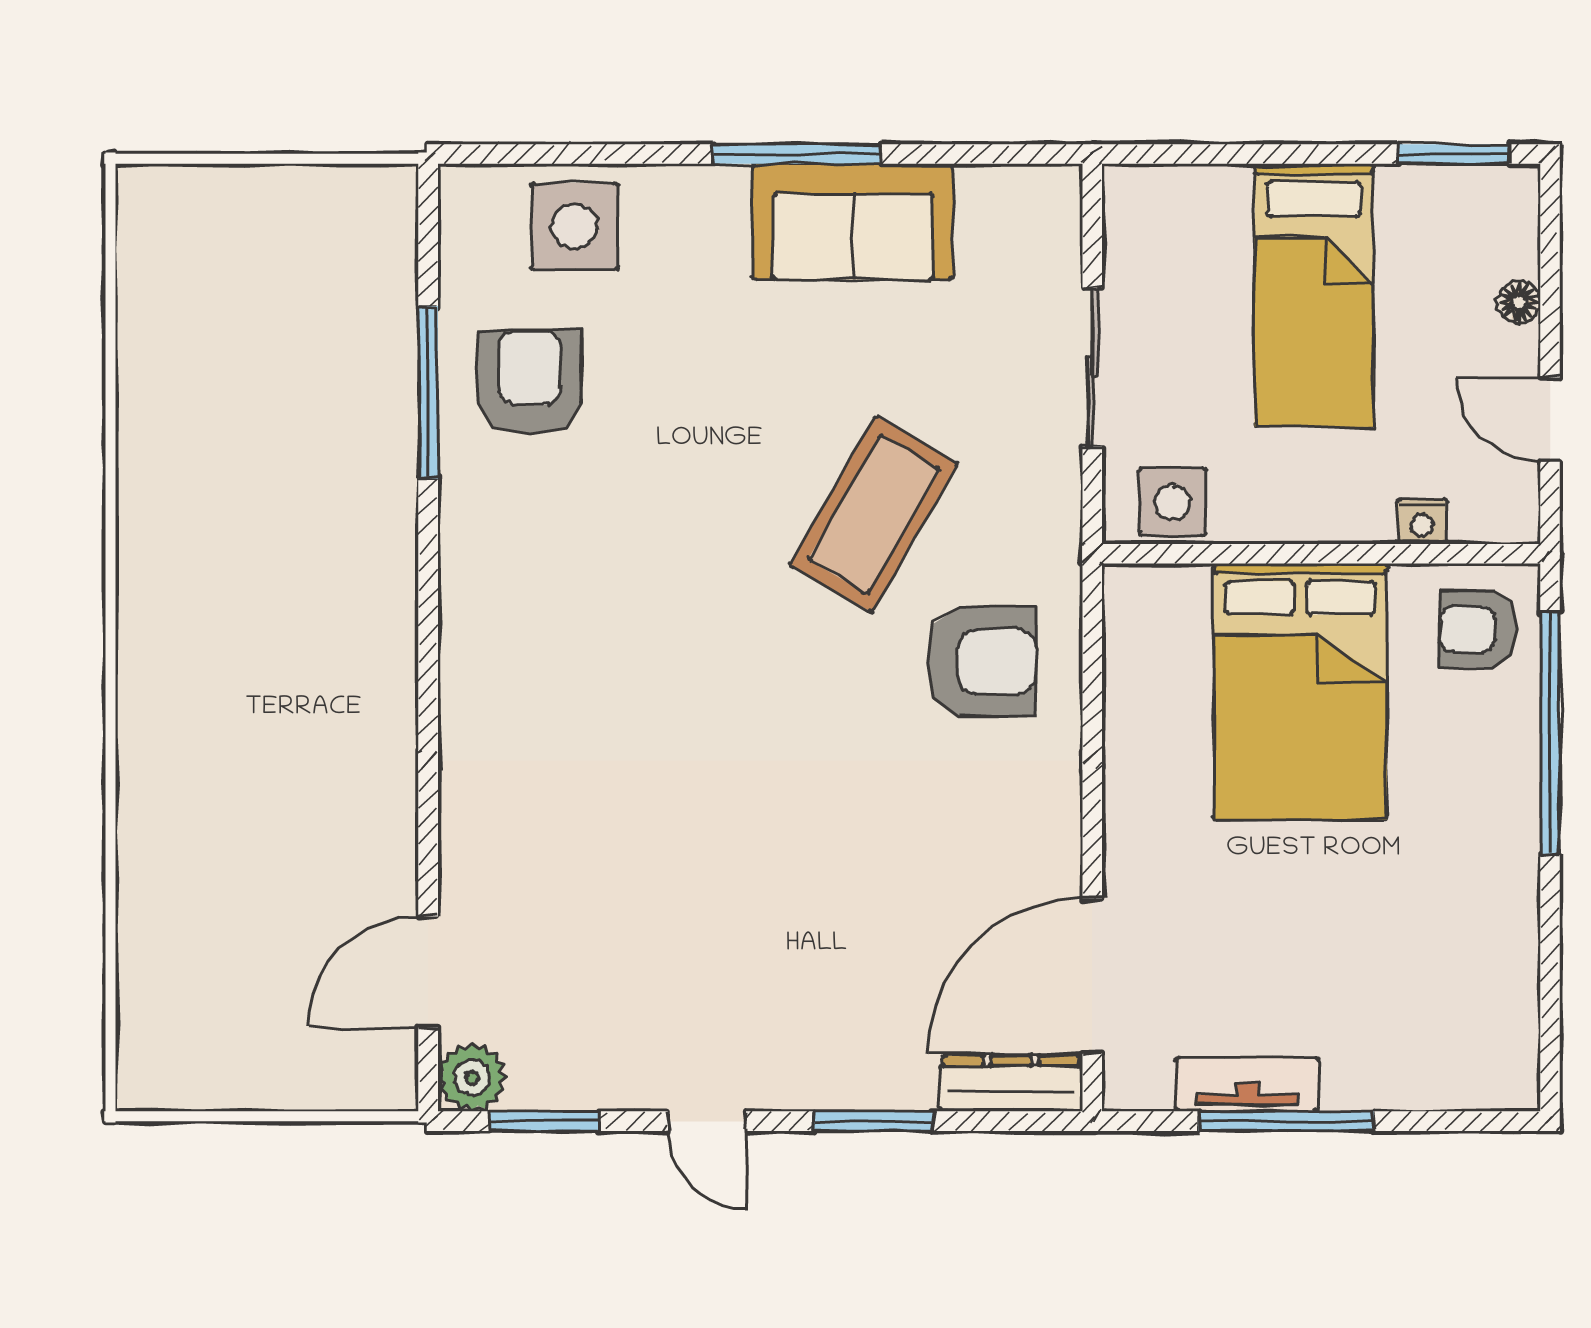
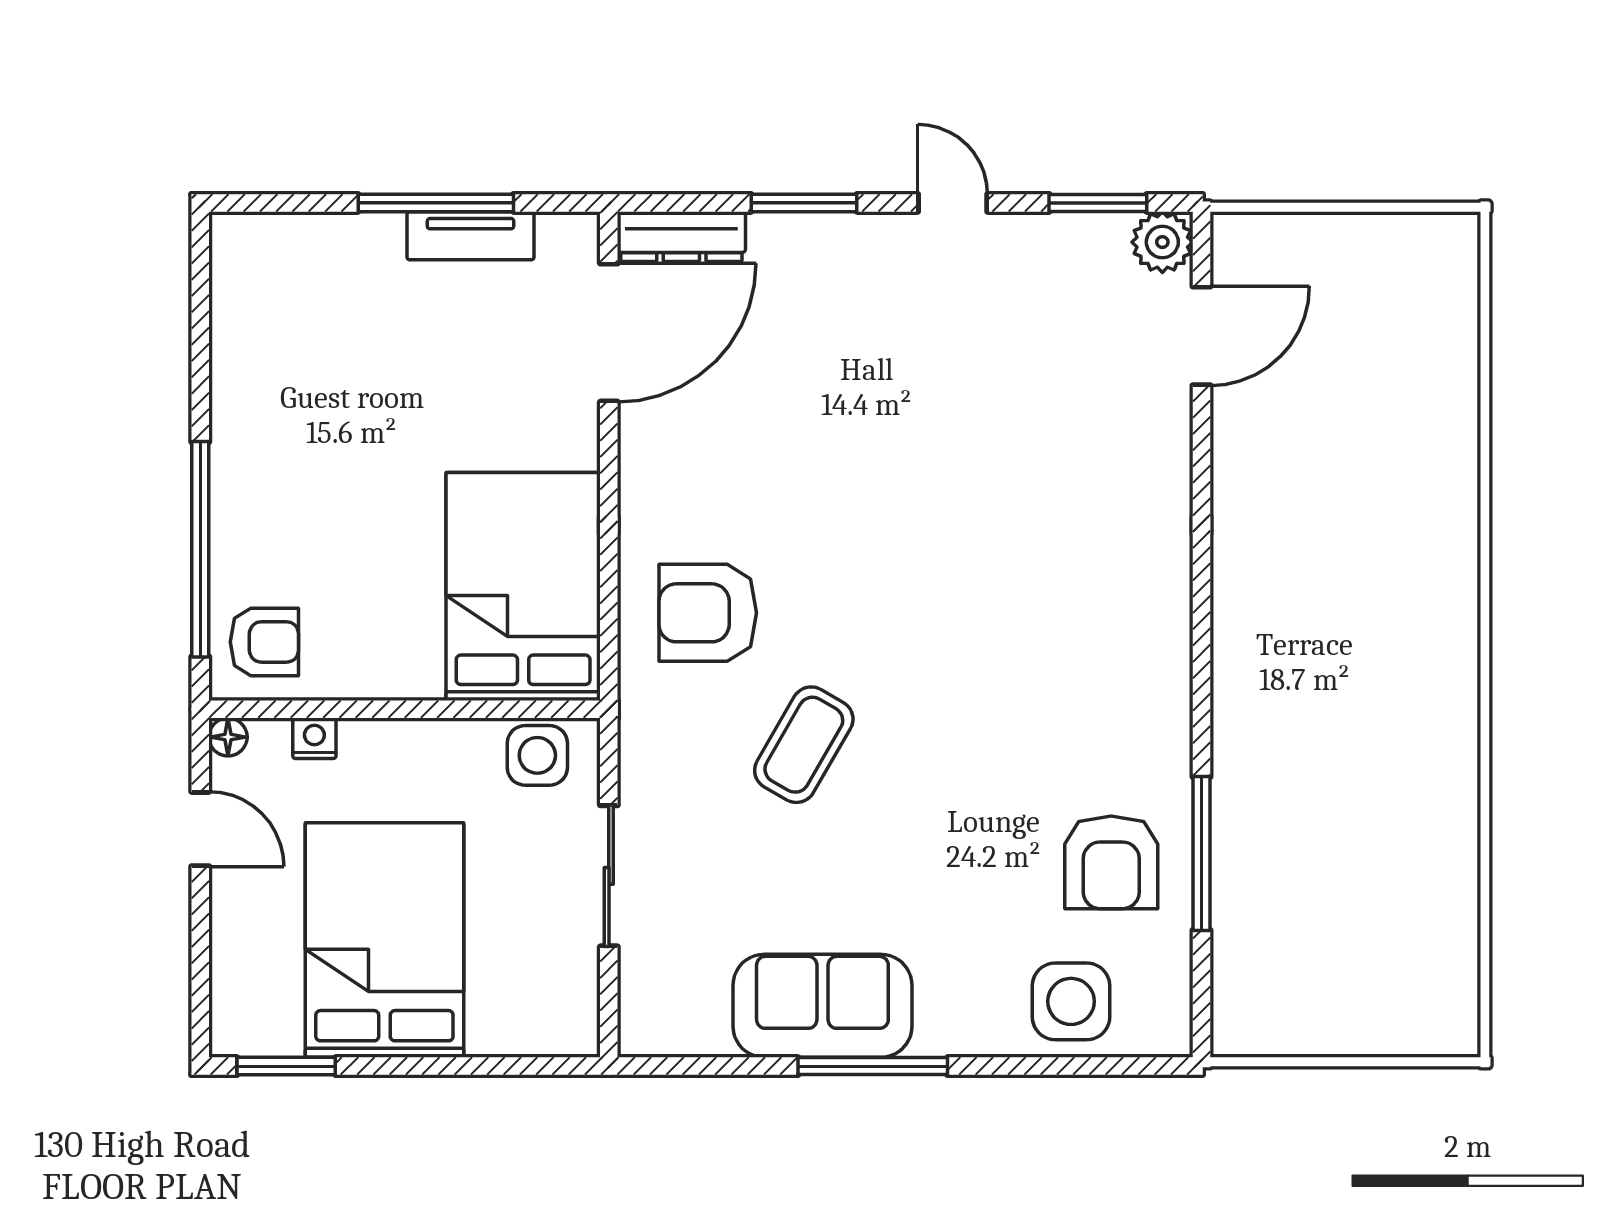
bed: (1314, 295) -> (384, 940), width x1.50
floor lamp: (1519, 302) -> (228, 737), moved
coffee table: (874, 514) -> (804, 745), width x0.73, depth x0.76
bed: (1300, 691) -> (523, 586), moved

